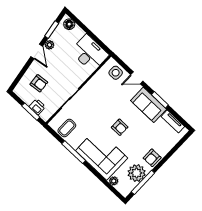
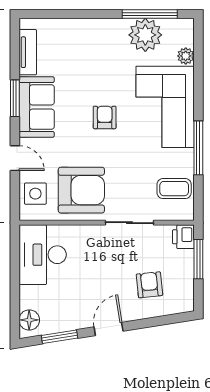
plant: (49, 45) -> (83, 320), removed
printer: (37, 107) -> (183, 237), moved
armchair: (152, 158) -> (81, 190), moved, width x1.88, depth x1.88

